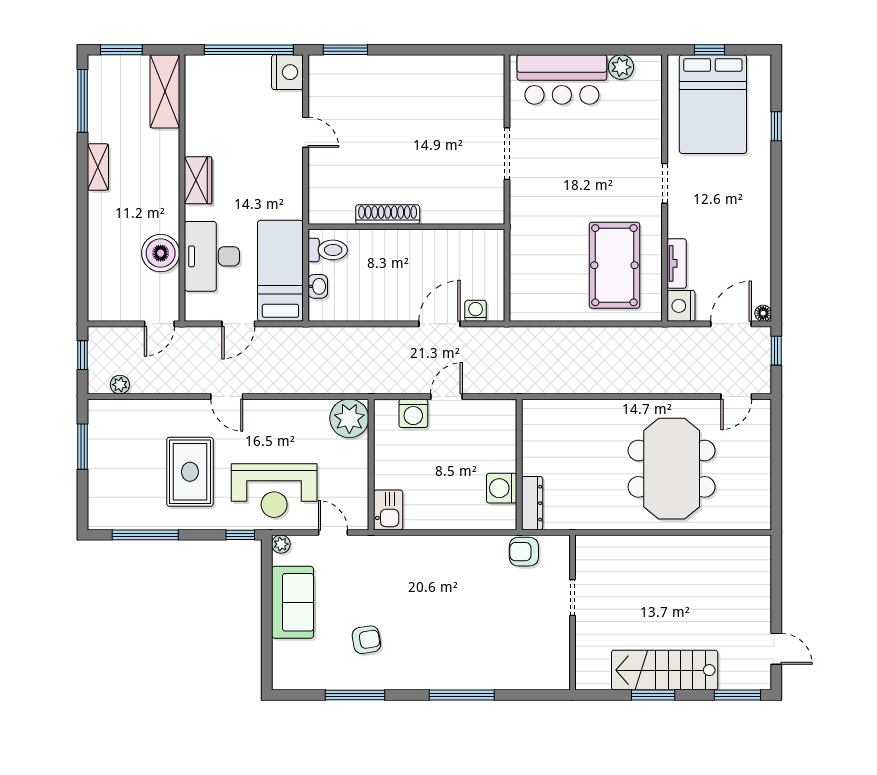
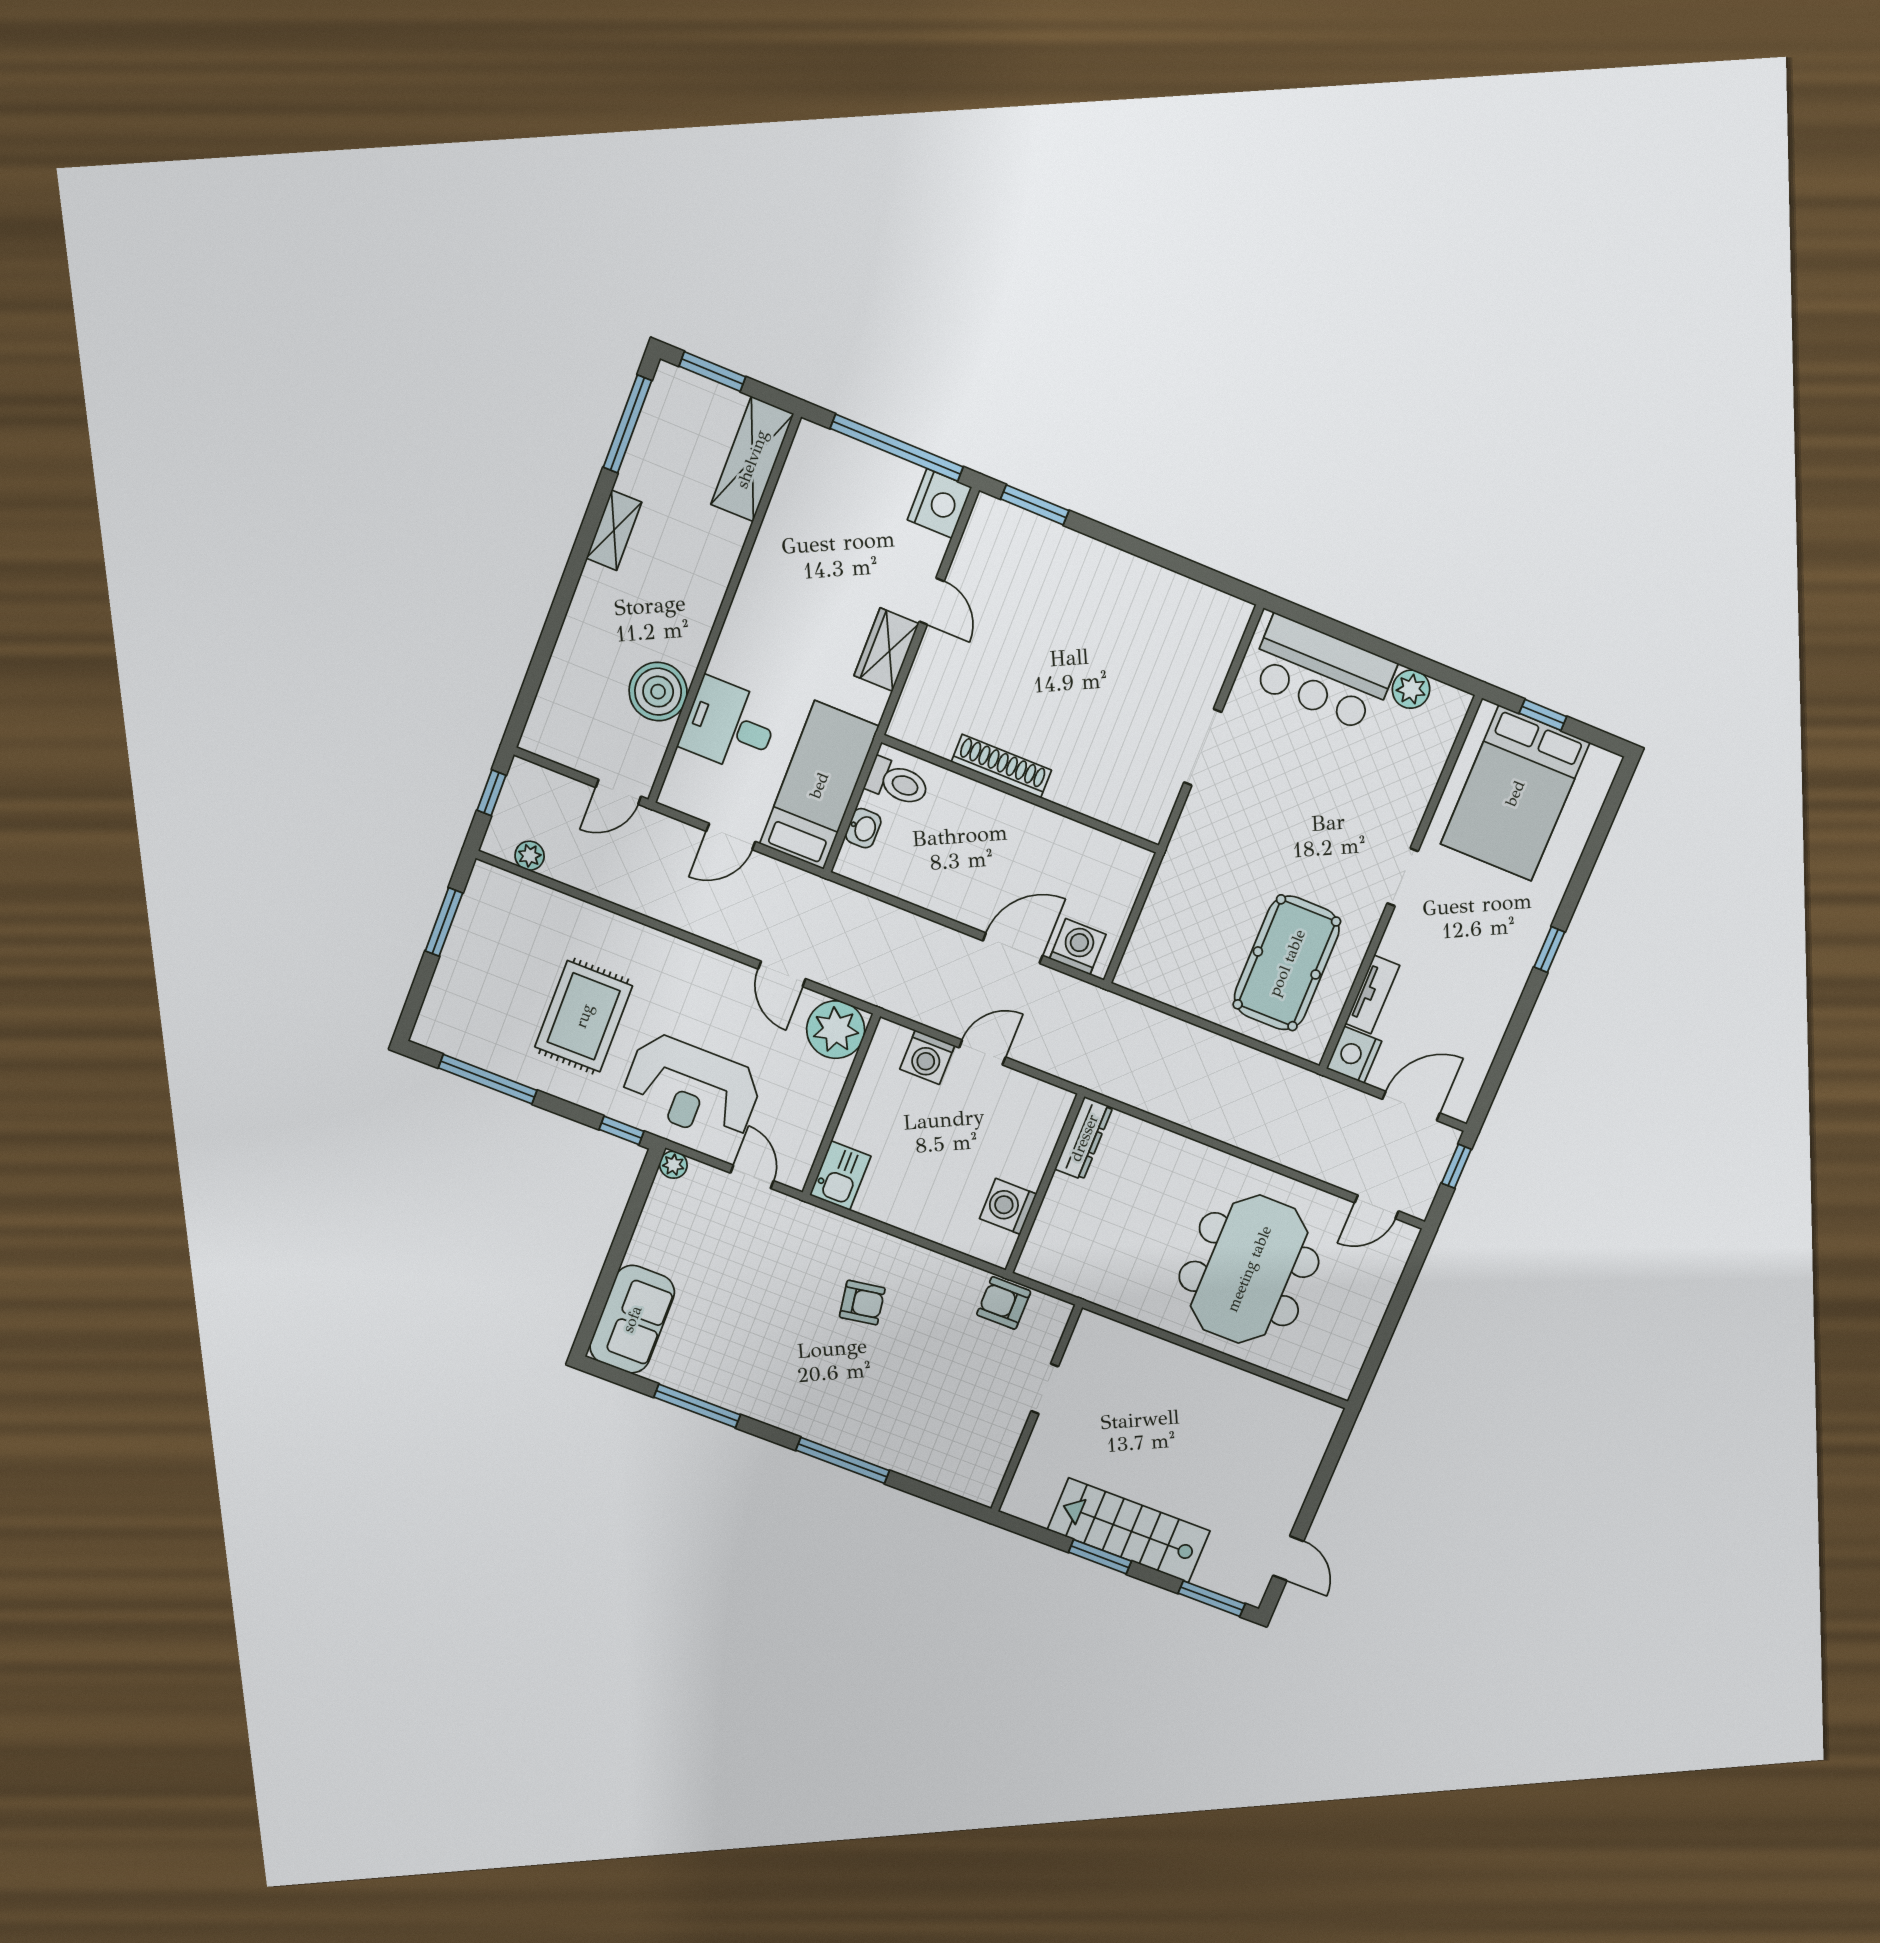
window: (776, 126) -> (1549, 950), moved
wardrobe: (198, 180) -> (886, 650), moved, turned 180
desk: (212, 256) -> (730, 726), width x0.73
washing machine: (476, 311) -> (1078, 947), width x1.38, depth x1.38
floor lamp: (763, 313) -> (1461, 1109), removed
door: (227, 397) -> (782, 974), moved
dresser: (532, 503) -> (1084, 1138), moved
sofa: (293, 602) -> (632, 1319), moved
armchair: (366, 640) -> (862, 1303), moved

